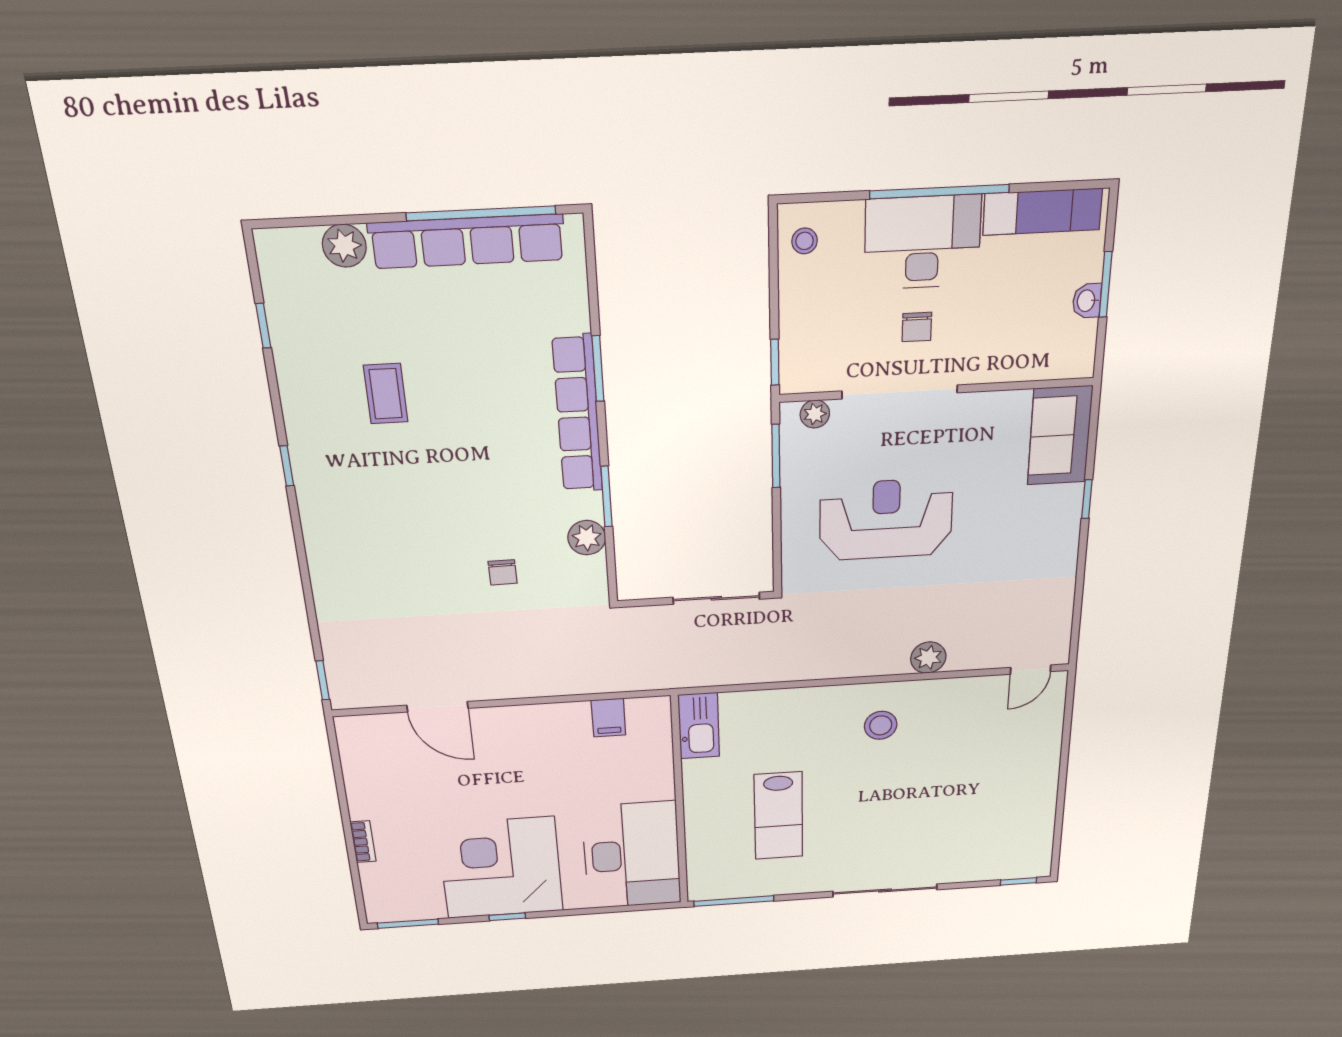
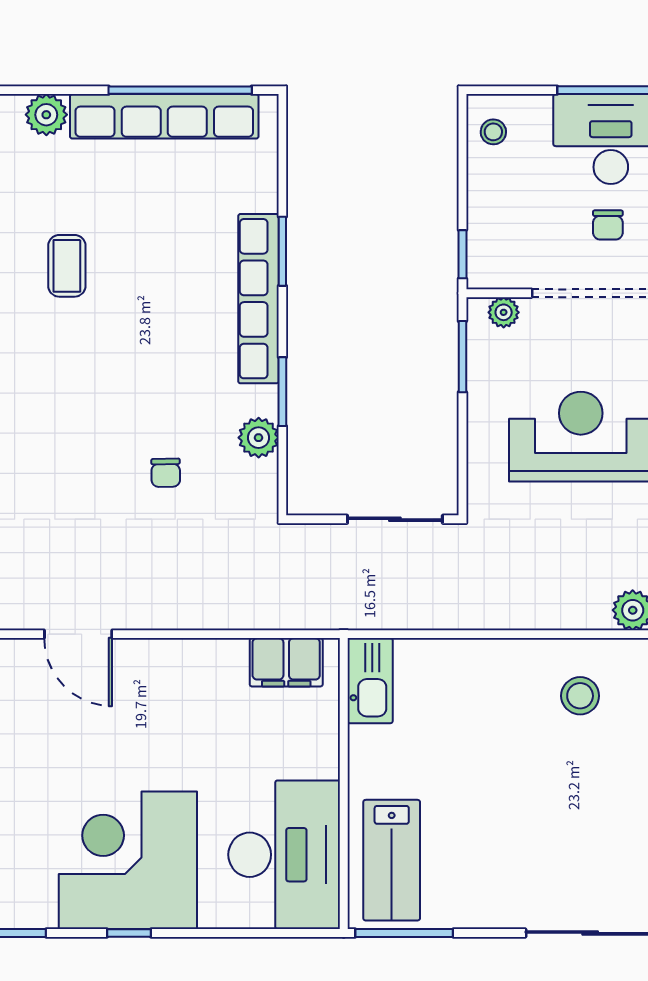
filing cabinet: (608, 718) -> (286, 662), width x2.00
lab bench: (779, 816) -> (392, 860), moved

